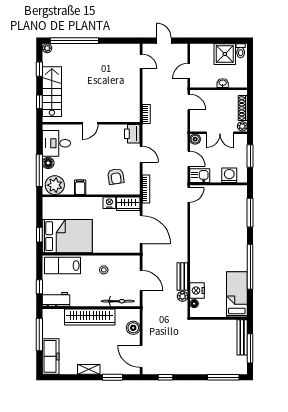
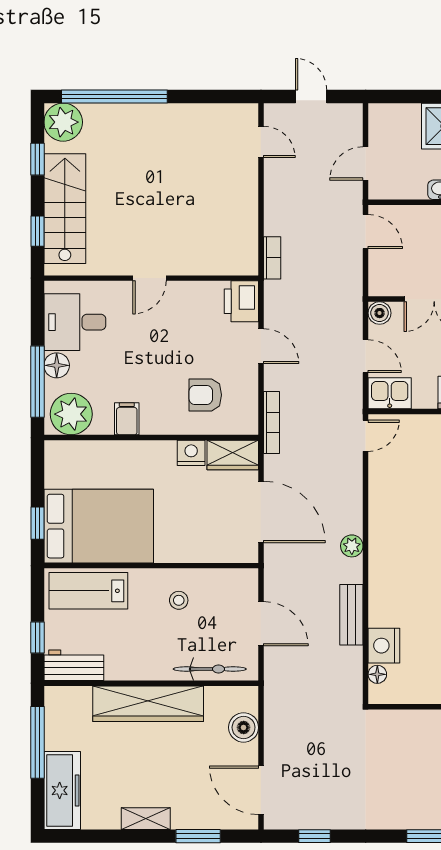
plant: (47, 48) -> (63, 122), width x1.87, depth x1.87
armchair: (116, 176) -> (205, 395), turned 99
plant: (182, 296) -> (352, 546), moved

